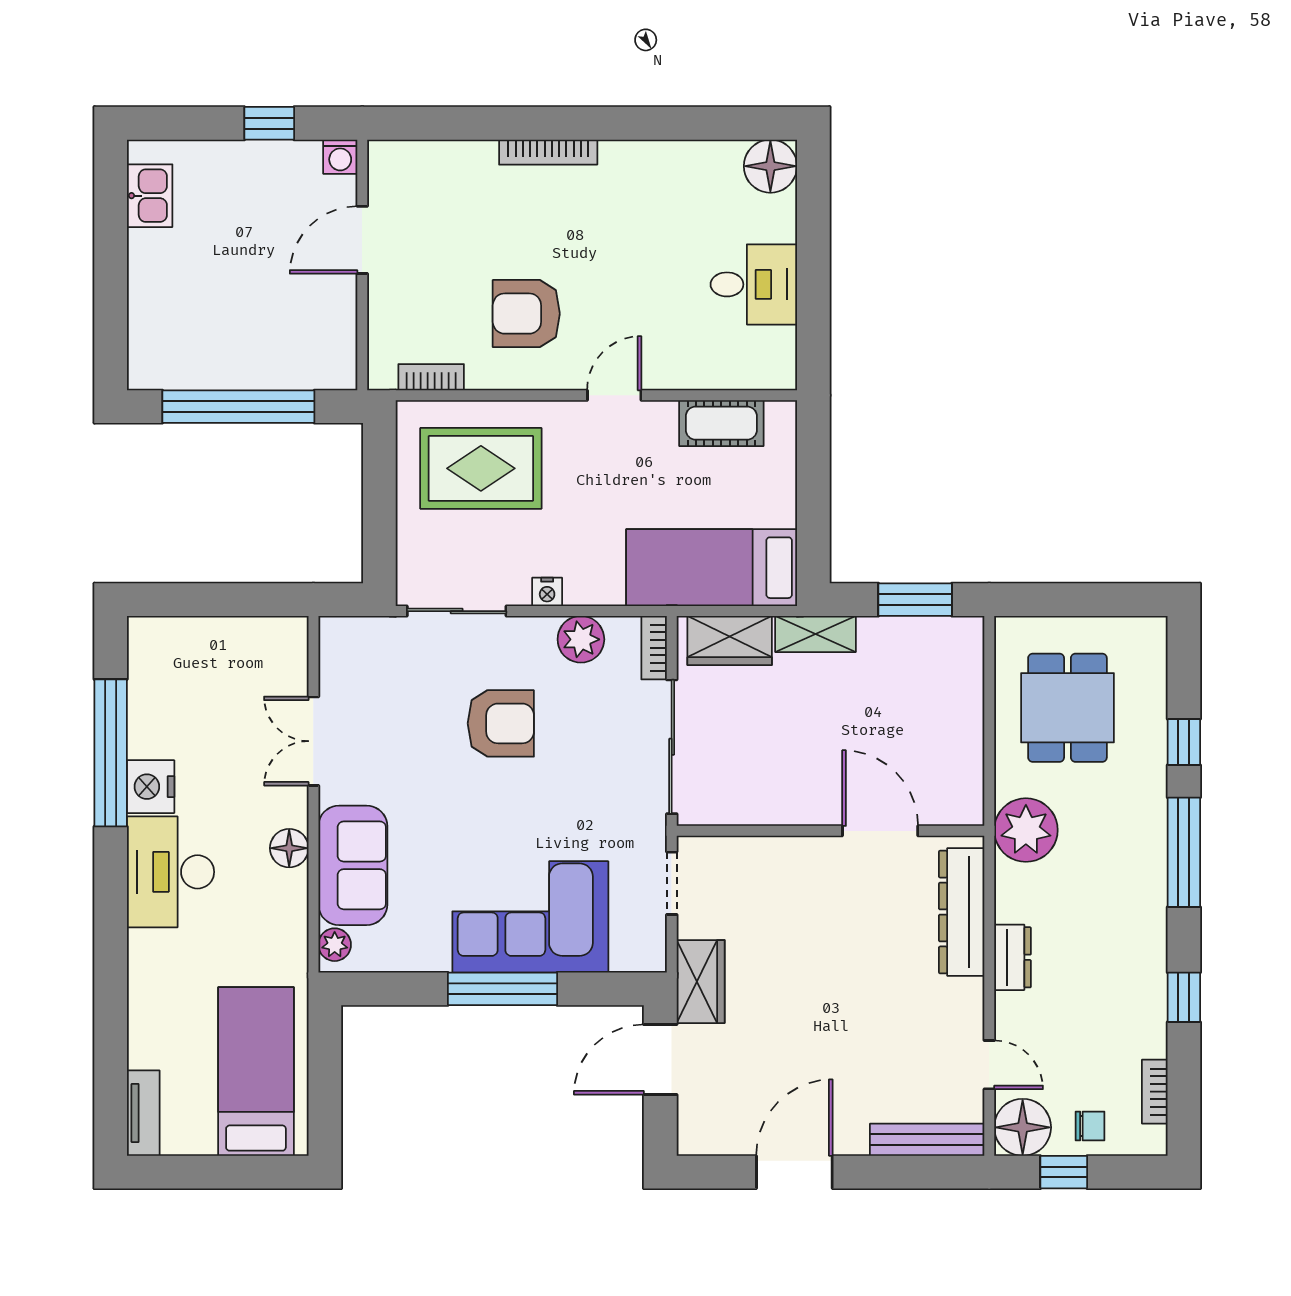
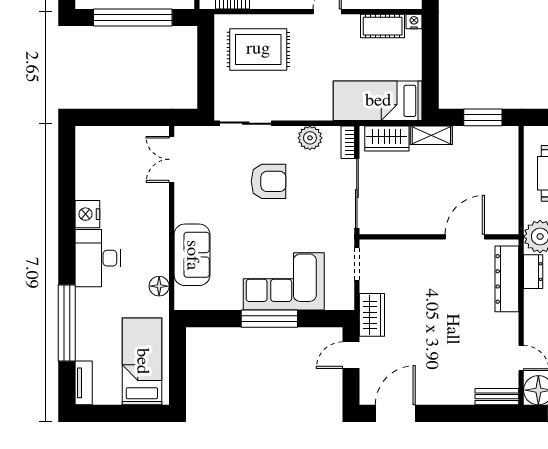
nightstand: (547, 592) -> (414, 22), moved, turned 180
double door: (313, 741) -> (172, 159), moved
window: (111, 753) -> (67, 323), moved
door: (880, 831) -> (465, 237), hinge flipped
floor lamp: (289, 848) -> (159, 286), moved
plant: (335, 945) -> (183, 296), removed
dresser: (1013, 957) -> (533, 272), moved
door: (660, 1059) -> (351, 355), width x0.73
bench: (927, 1140) -> (497, 397), width x0.73
door: (794, 1172) -> (395, 413), moved

